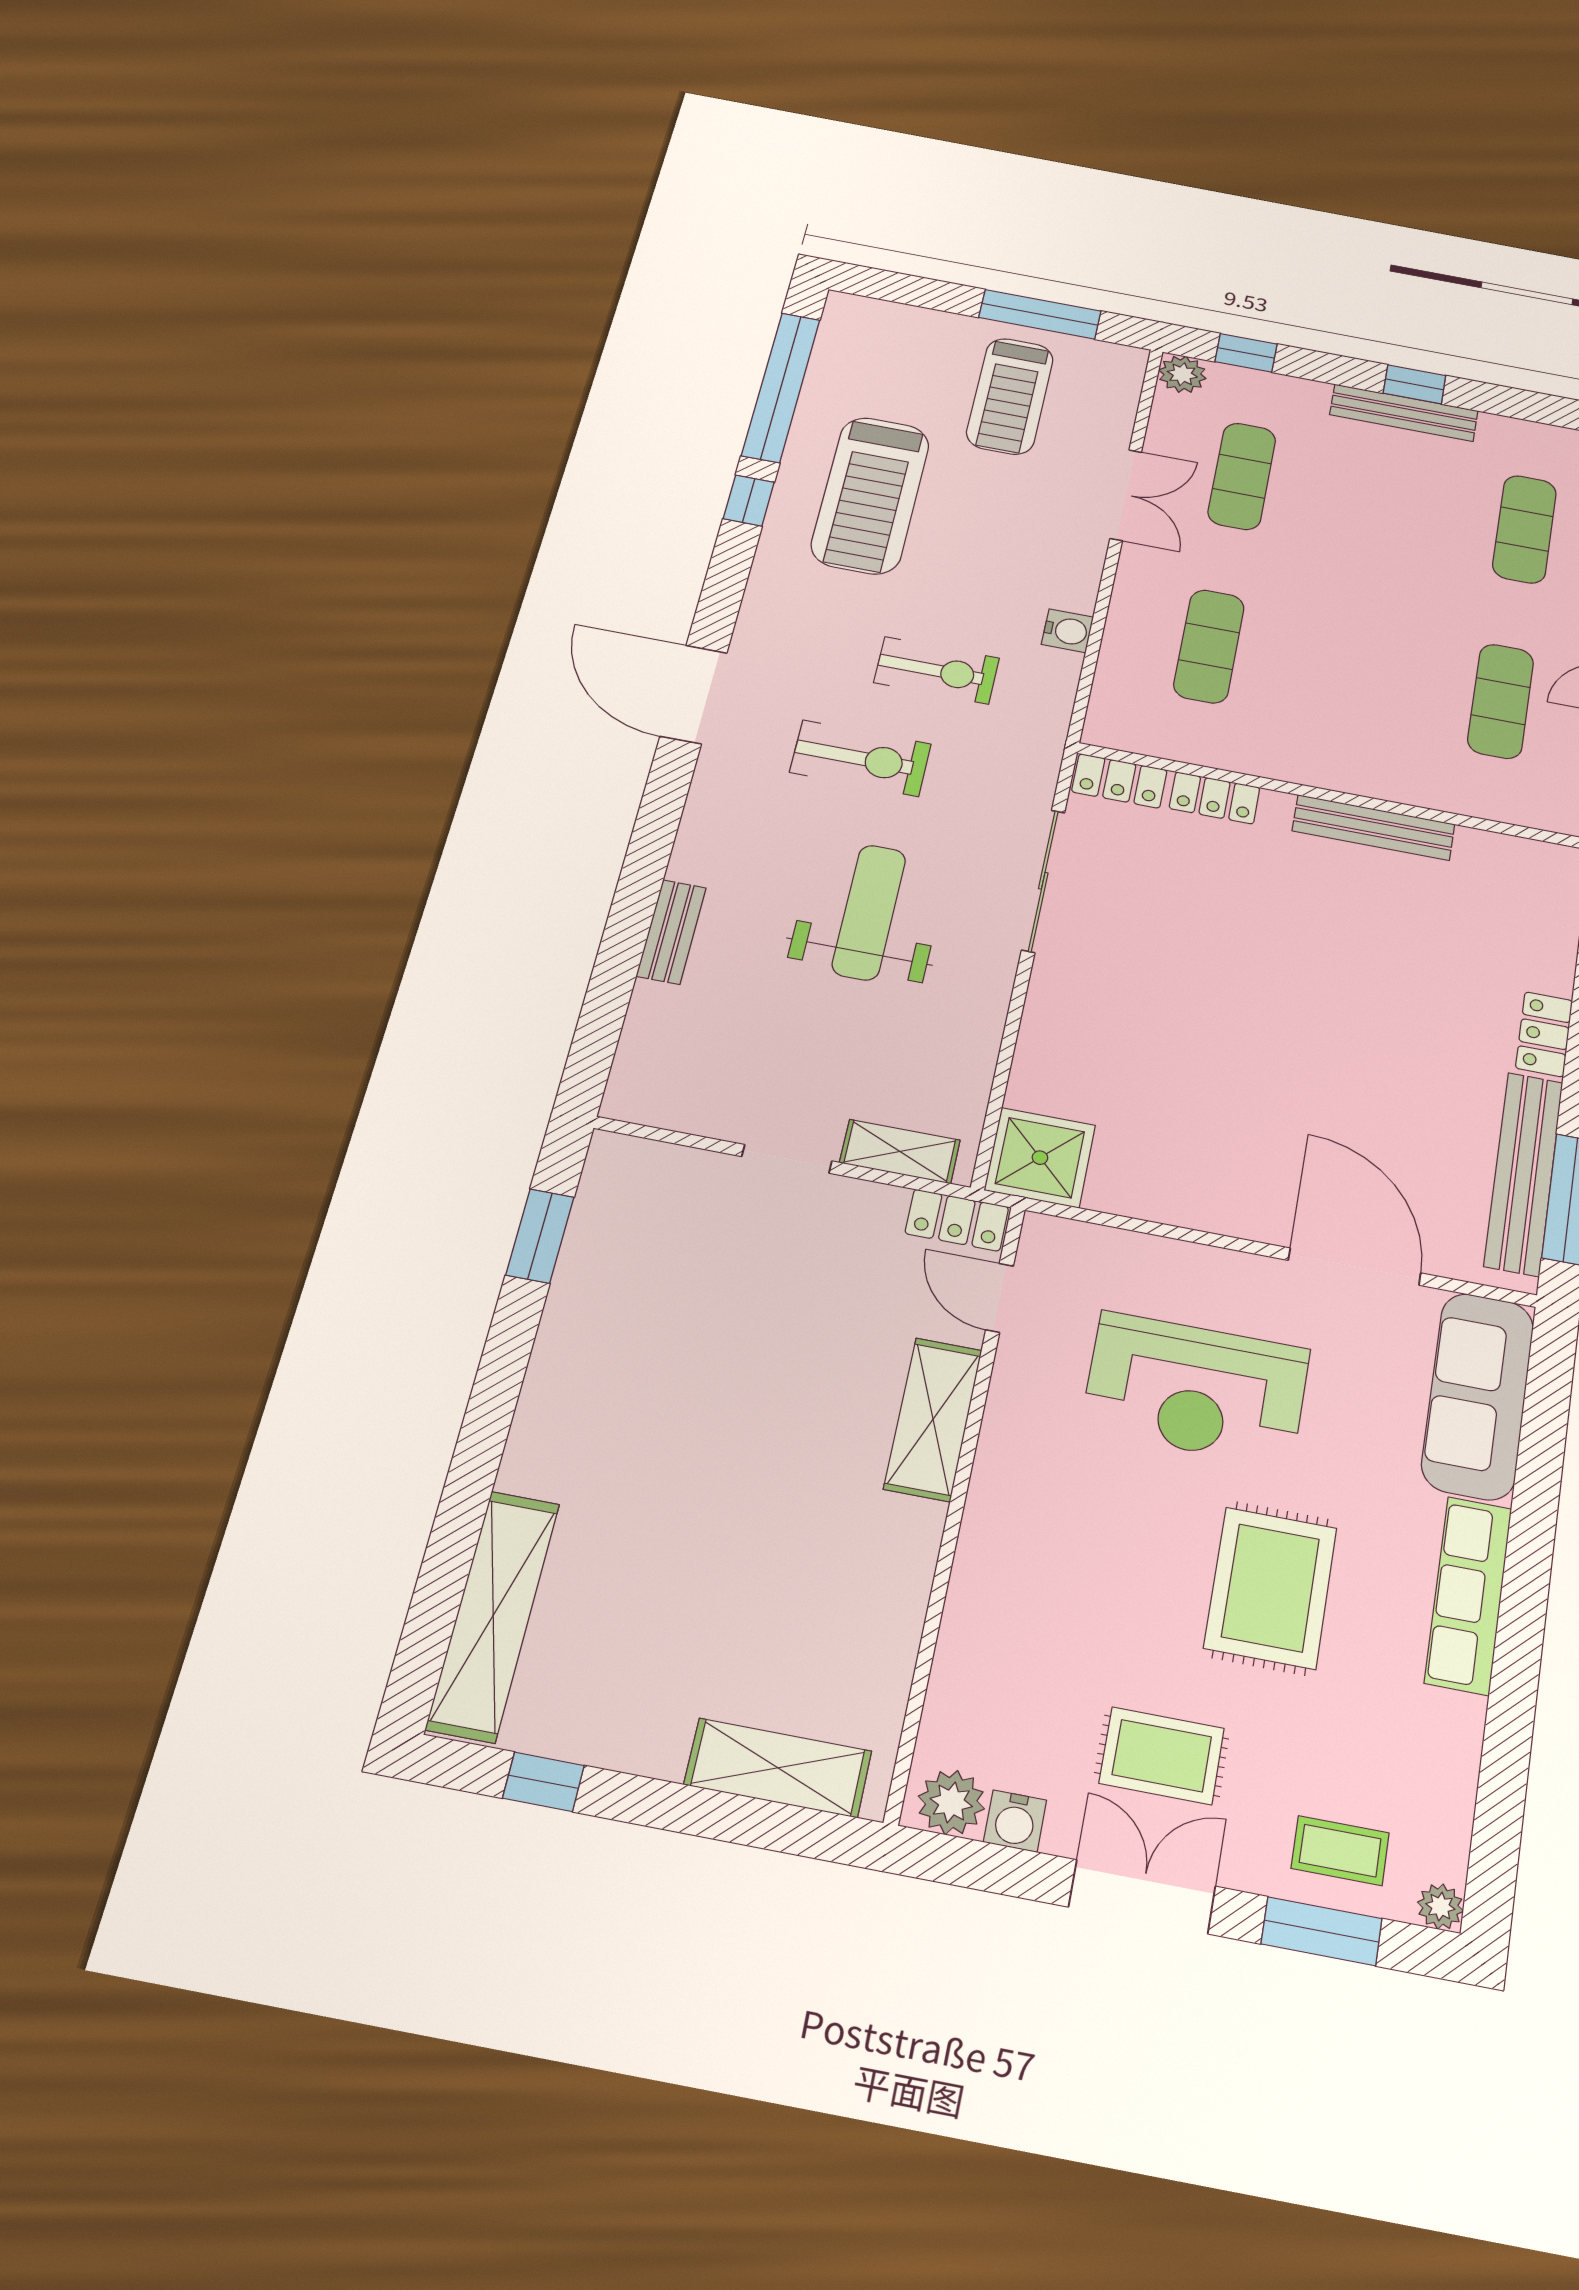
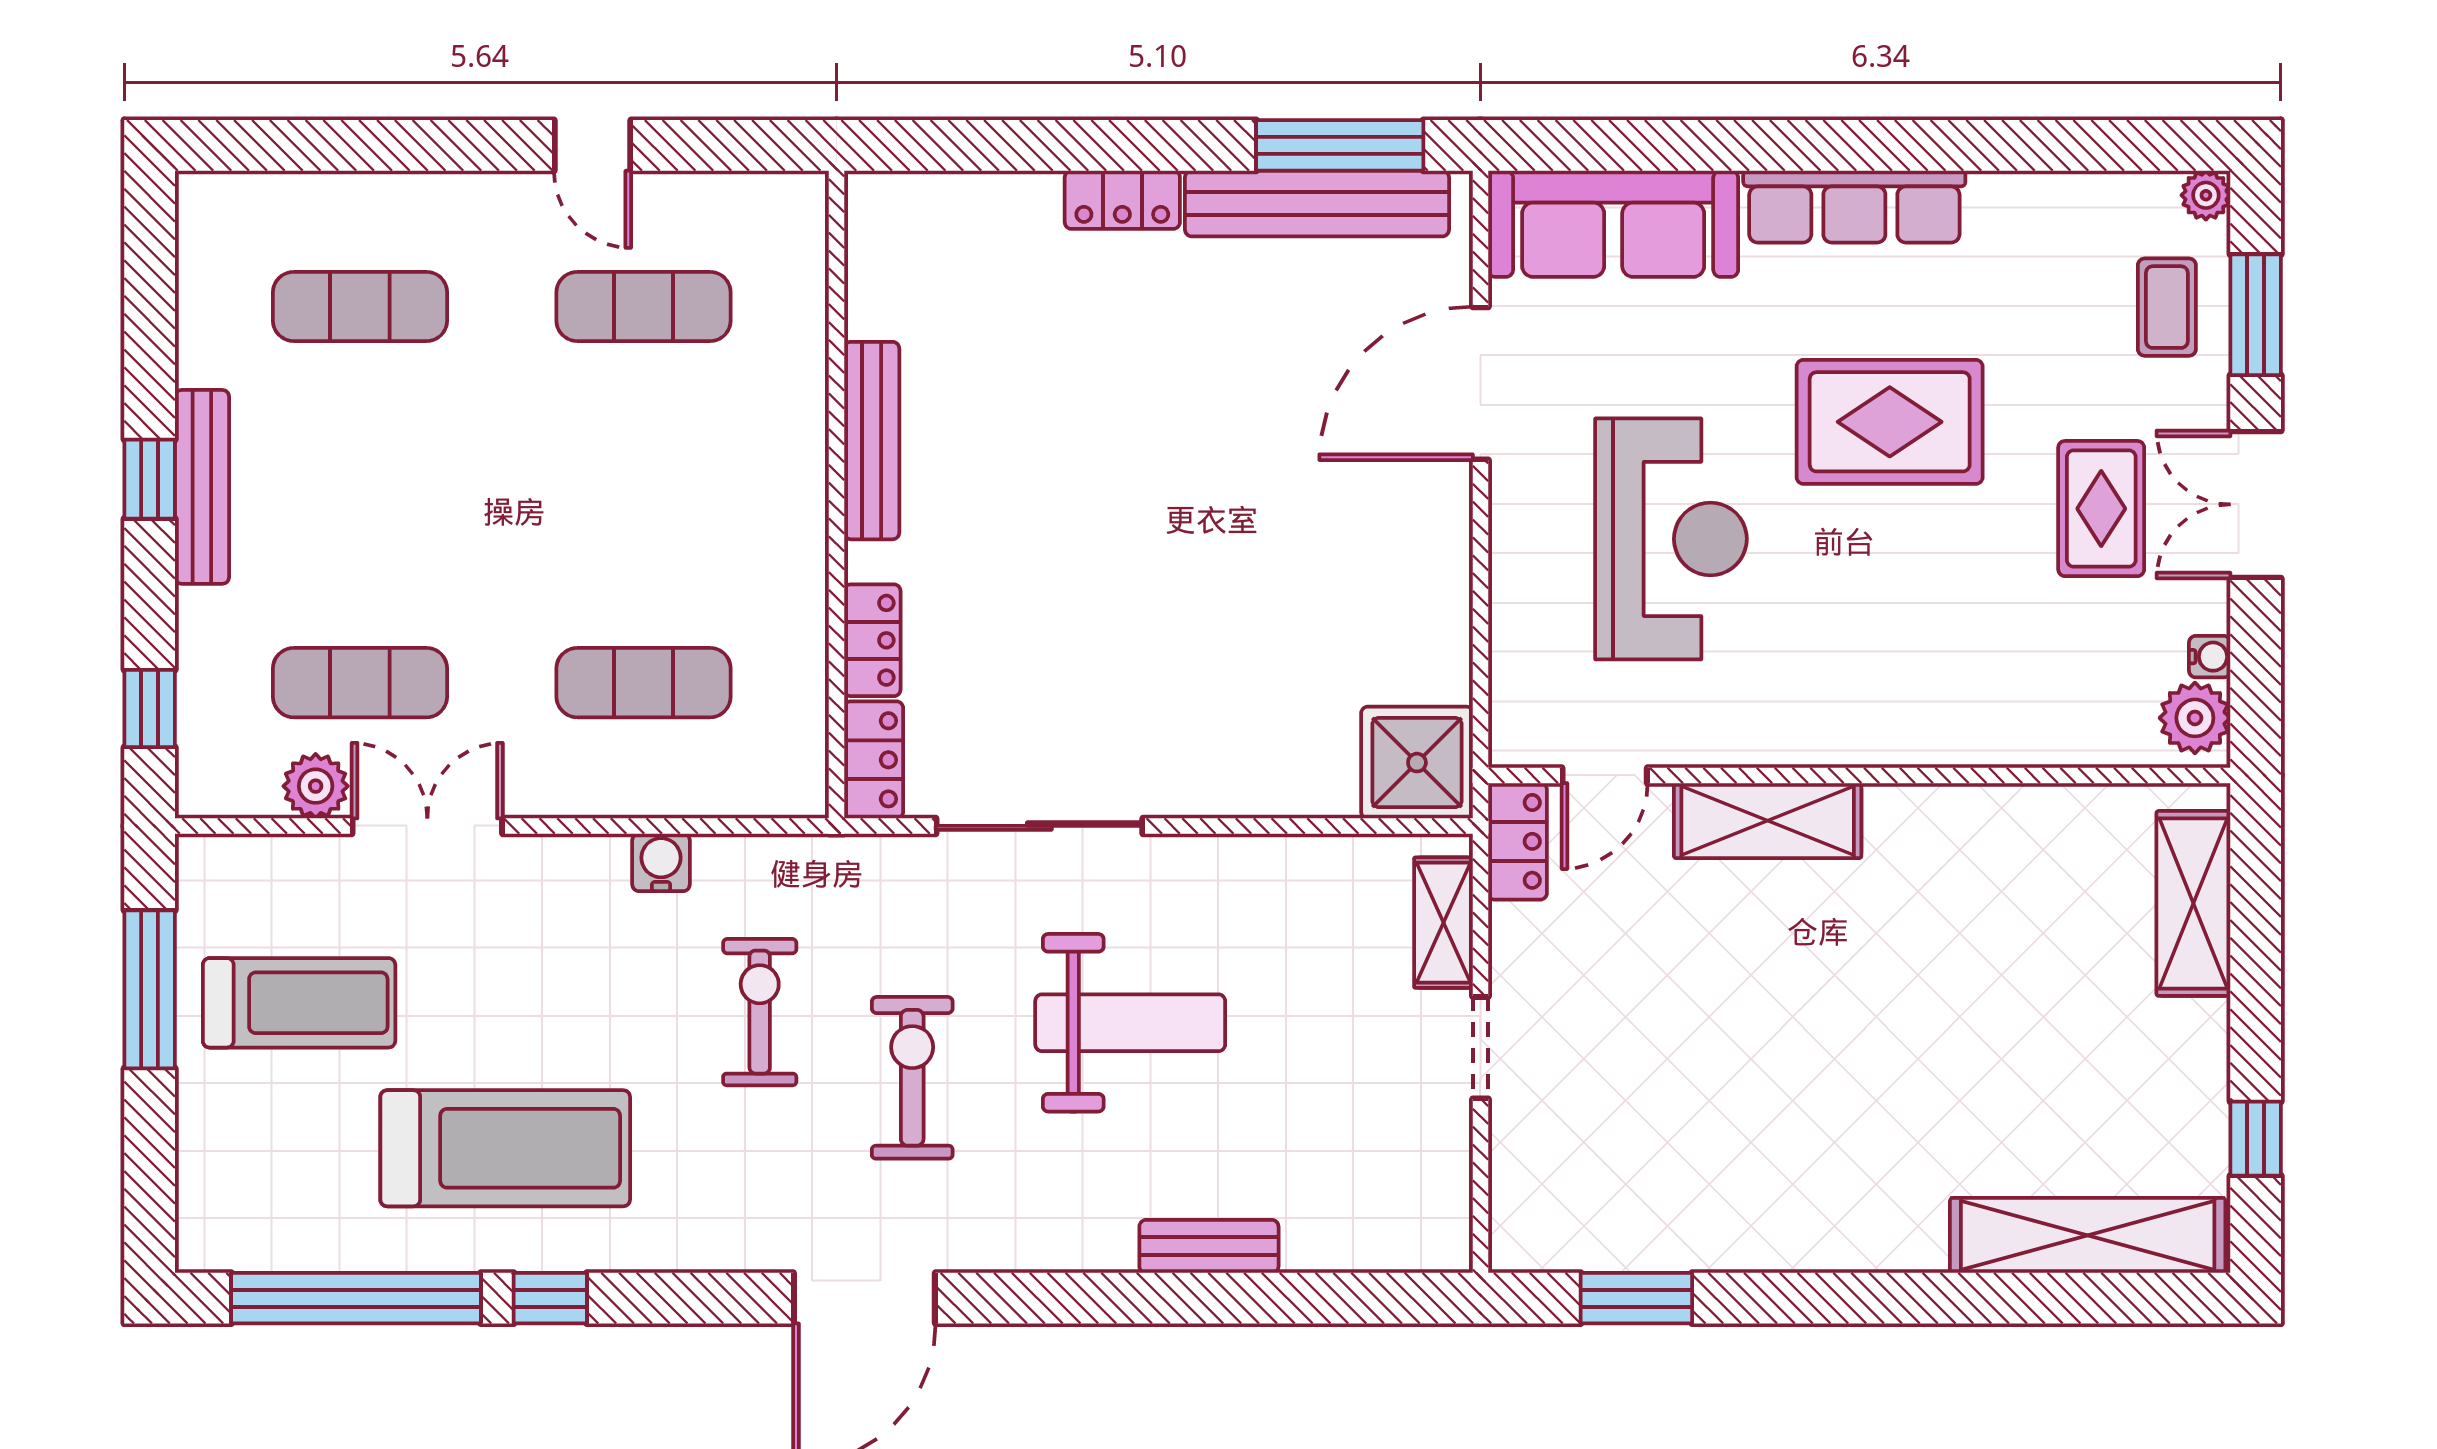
plant: (1182, 374) -> (316, 786), moved
weight bench: (869, 912) -> (1130, 1023), turned 180
water cooler: (1015, 1821) -> (2210, 657), width x0.72, depth x0.72

